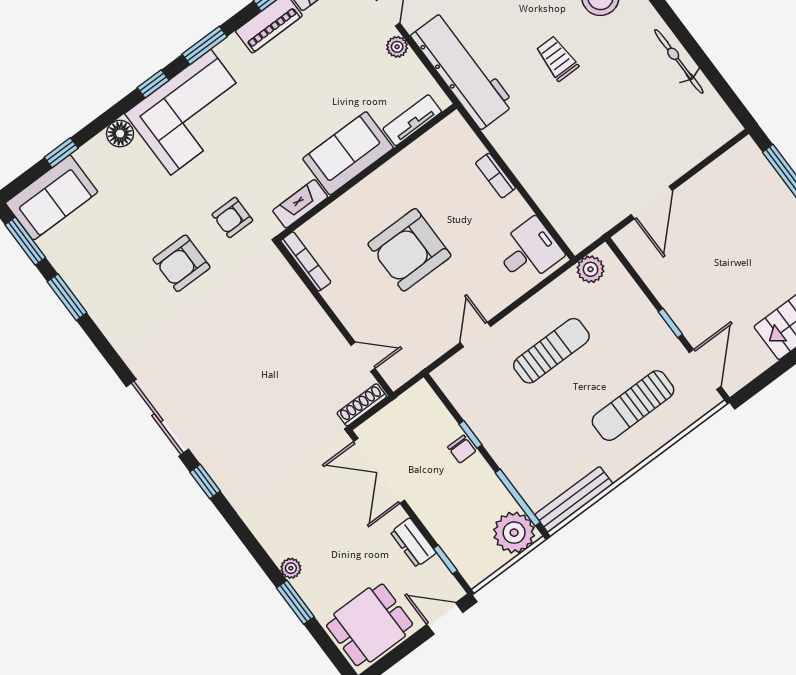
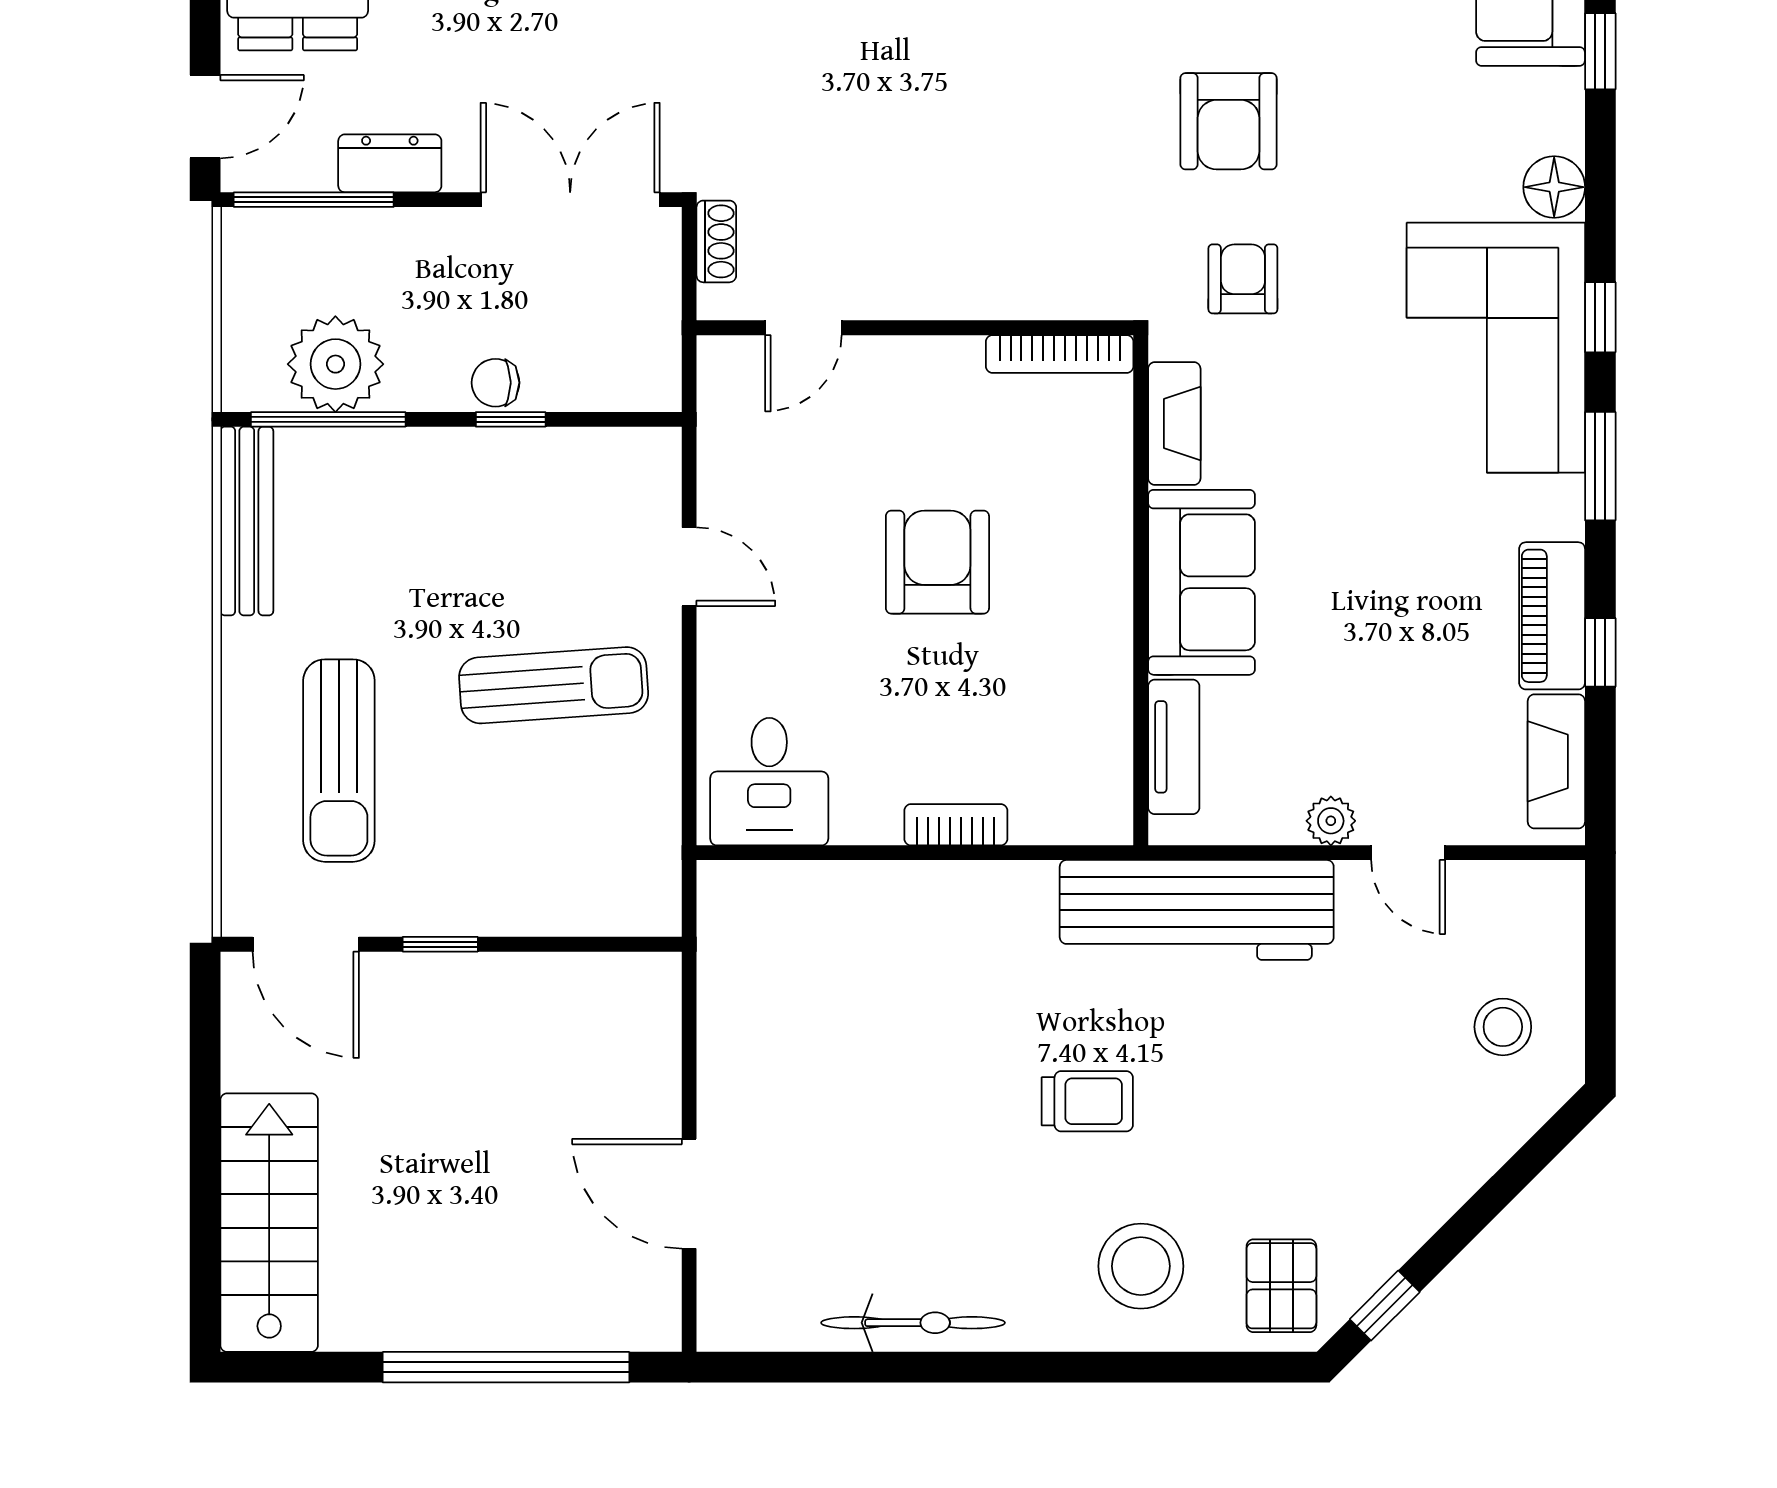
door: (652, 203) -> (689, 1194), moved
armchair: (409, 250) -> (937, 562), width x0.73, depth x0.73
armchair: (182, 263) -> (1229, 121), turned 180
plant: (591, 269) -> (650, 871), removed
sun lounger: (551, 351) -> (554, 685), turned -94
shoe rack: (362, 405) -> (716, 241), width x0.70
sun lounger: (633, 406) -> (339, 761), turned 180
plant: (514, 533) -> (335, 364), moved
window: (445, 559) -> (314, 200), width x2.17

